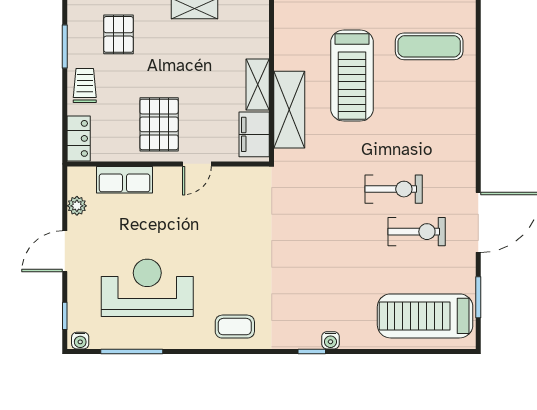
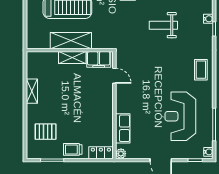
shelving: (289, 110) -> (71, 41), moved
pallet: (159, 124) -> (93, 110), removed
door: (197, 164) -> (114, 76), moved
plant: (77, 206) -> (121, 154), moved
weight bench: (318, 256) -> (163, 25), added

